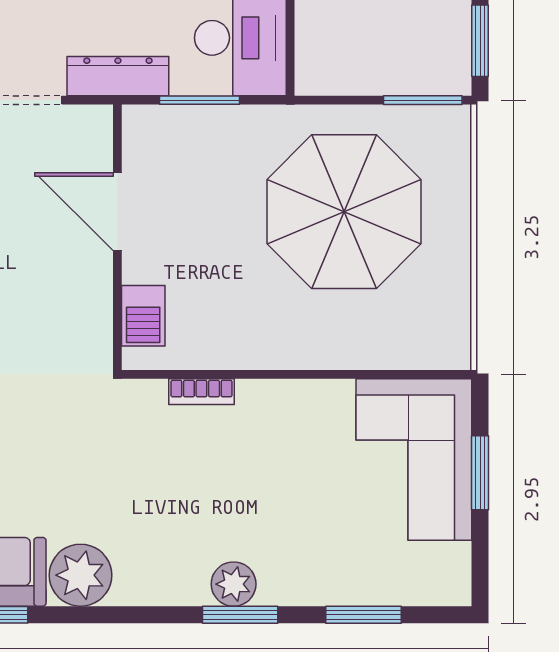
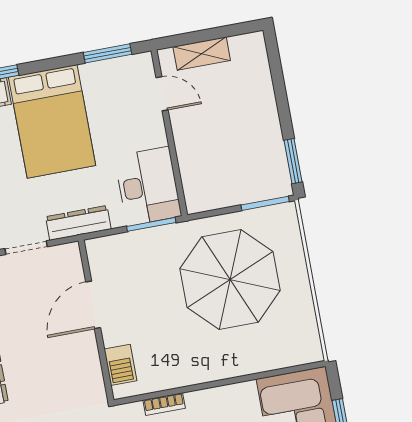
window: (199, 100) -> (151, 224), moved
door: (117, 212) -> (93, 305), hinge flipped

